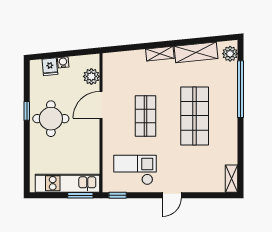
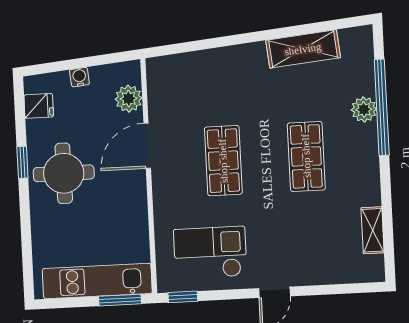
shelving: (160, 54) -> (242, 54), removed
plant: (230, 54) -> (364, 109), moved
fridge: (50, 67) -> (39, 106), moved, turned -84
shop shelf: (195, 116) -> (306, 156), width x0.70, depth x0.74
shelving: (232, 179) -> (373, 230), moved

